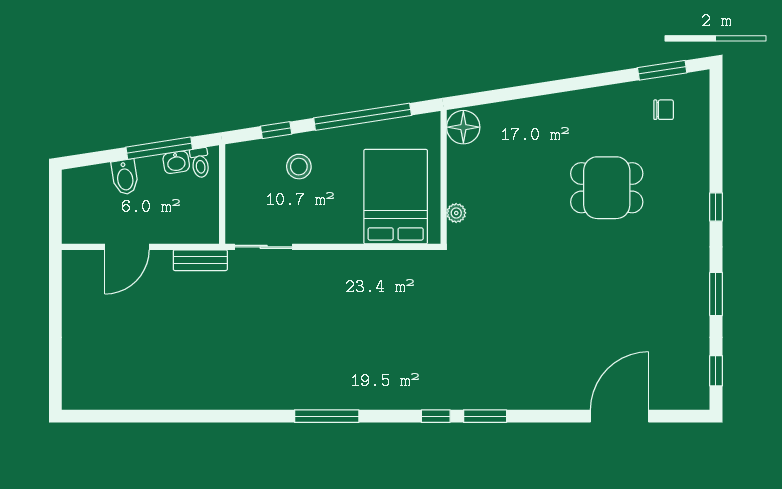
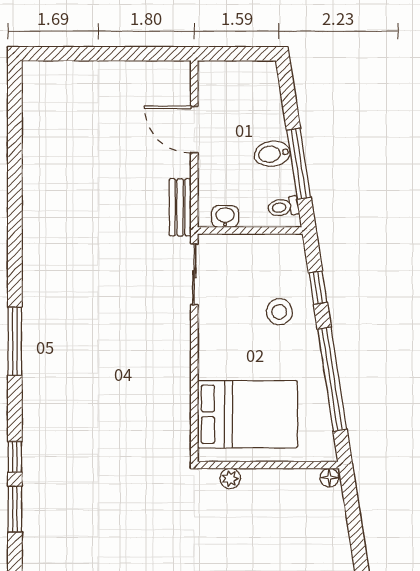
floor lamp: (463, 127) -> (329, 478), width x0.53, depth x0.53
washbasin: (176, 162) -> (225, 216), moved, turned 99
bidet: (125, 177) -> (272, 154), moved

